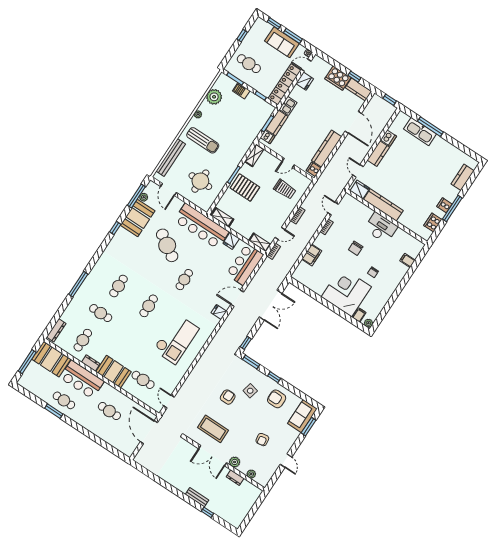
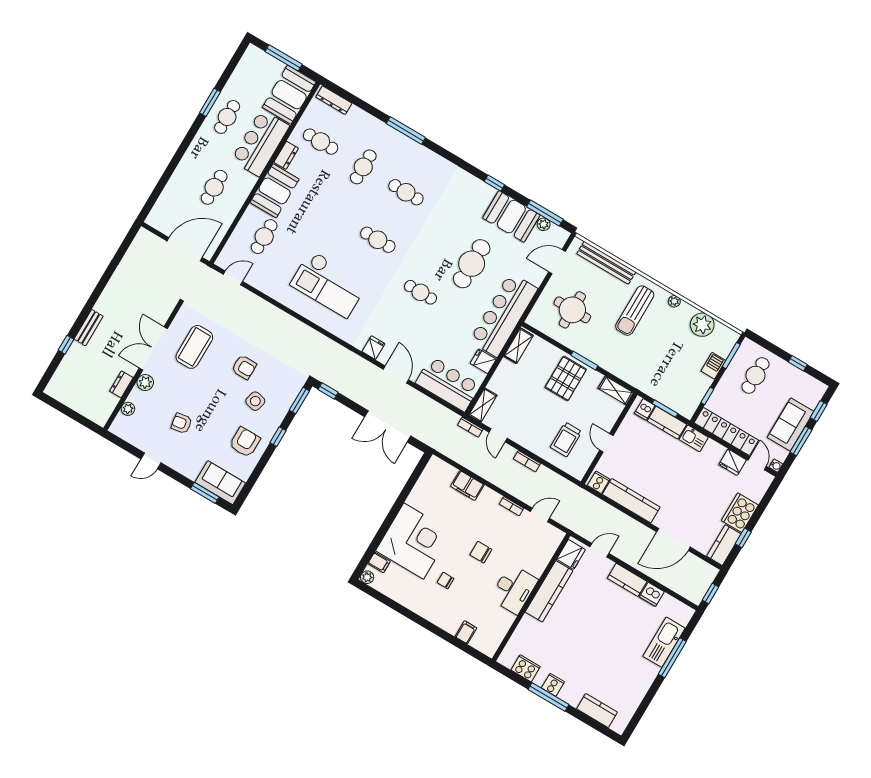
cafe table: (167, 245) -> (472, 264), turned -33

